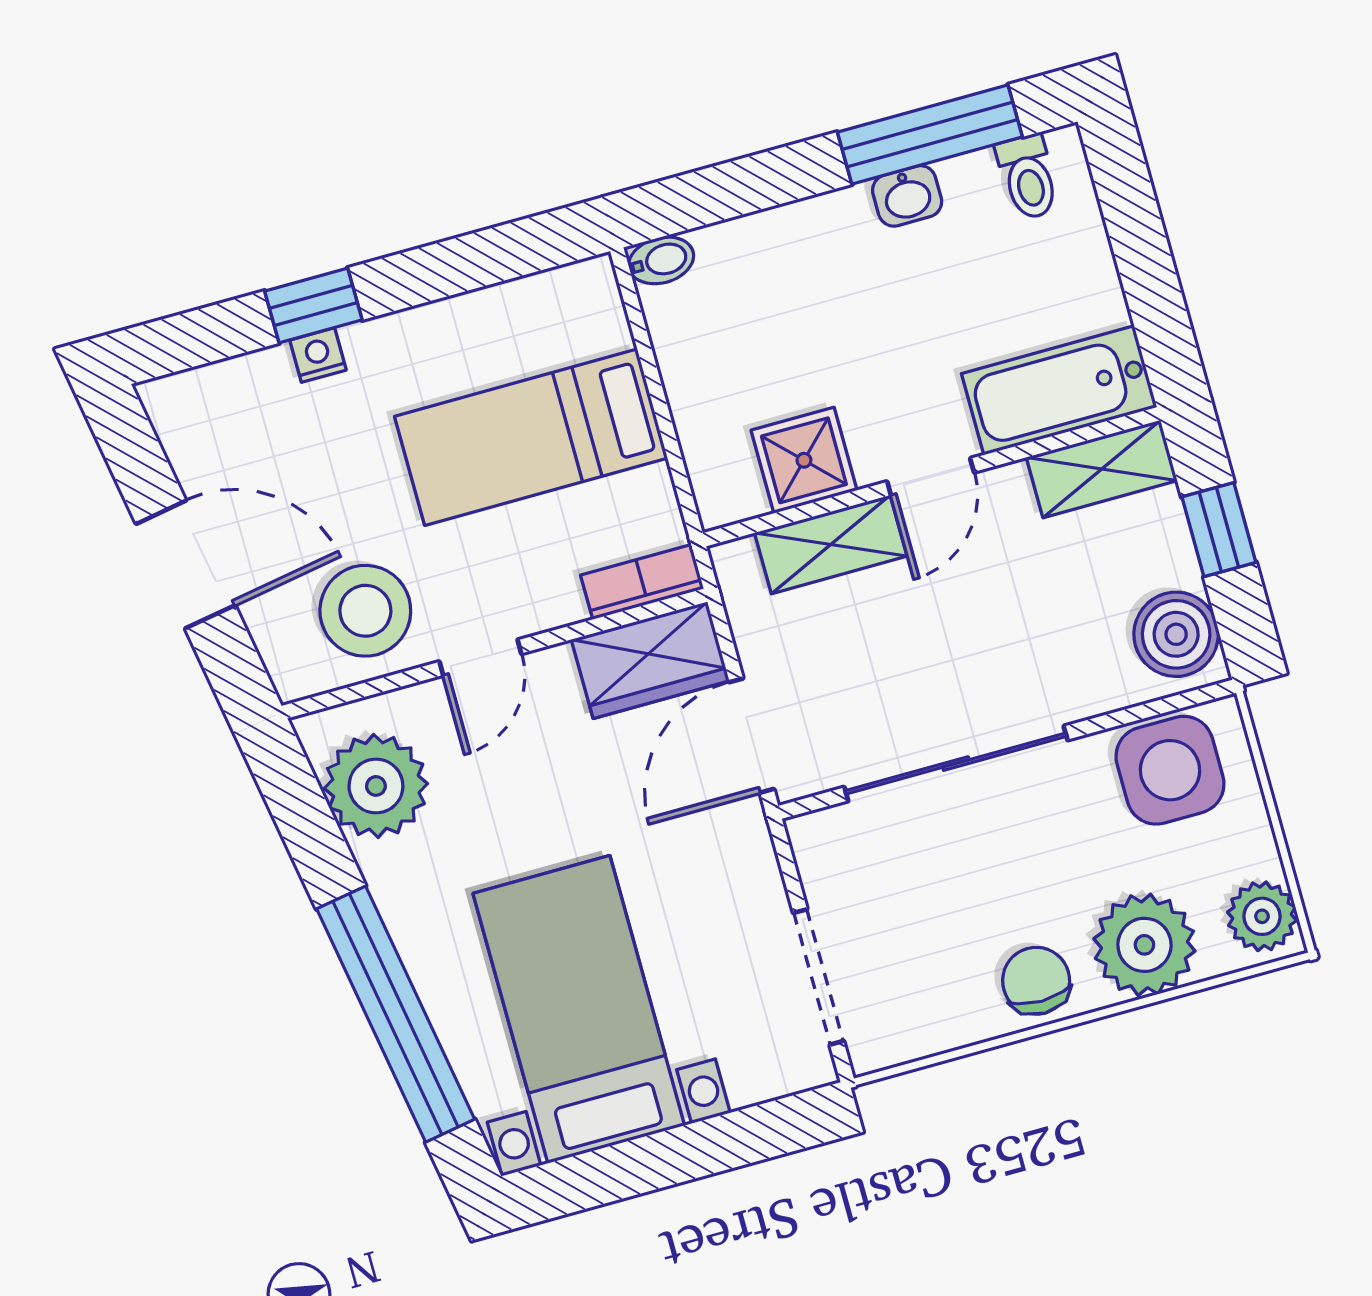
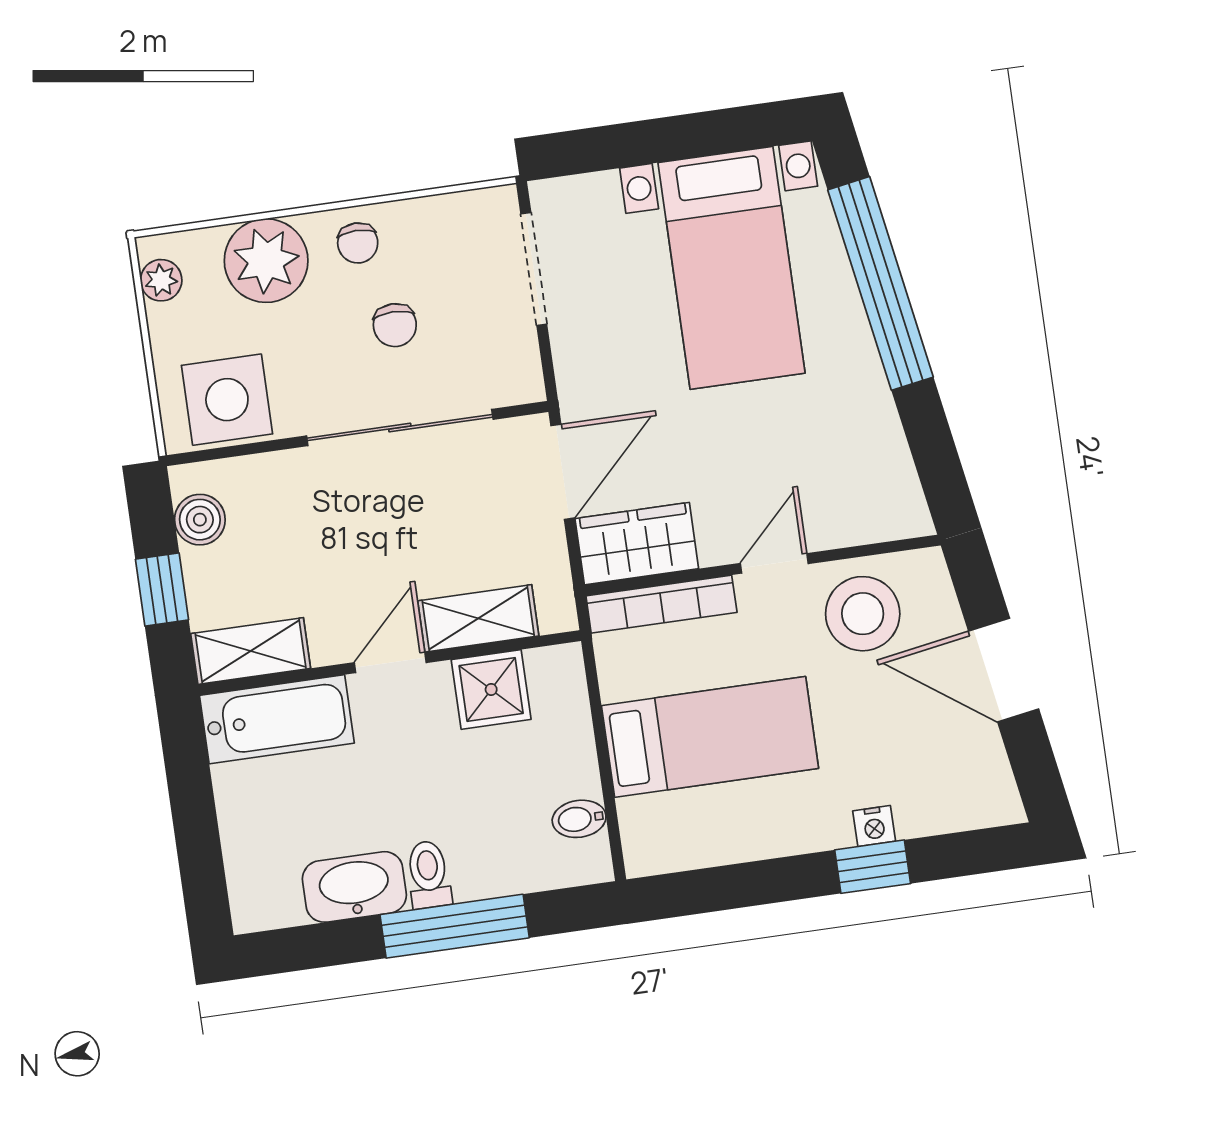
window: (930, 135) -> (455, 926), moved
toilet: (1028, 177) -> (429, 874), moved
washbasin: (907, 196) -> (354, 887), width x1.91, depth x1.45
bidet: (661, 260) -> (579, 819), moved
bookcase: (642, 582) -> (661, 604), width x1.56
boiler: (1176, 634) -> (200, 520), width x0.73, depth x0.73
plant: (376, 786) -> (873, 470), removed
chair: (978, 887) -> (395, 325), added
plant: (1262, 916) -> (161, 280), width x0.73, depth x0.73
chair: (1036, 981) -> (358, 243), width x0.73, depth x0.73

